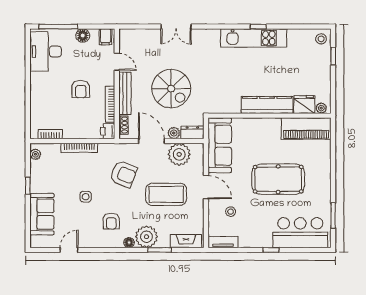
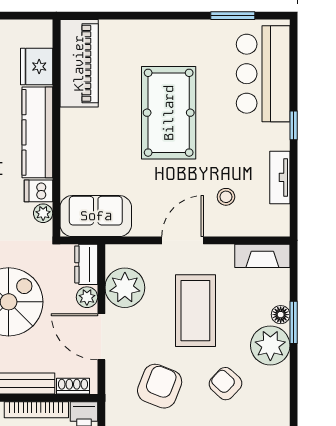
dishwasher: (234, 106) -> (38, 191), added
plant: (321, 108) -> (43, 213), moved
door: (151, 141) -> (101, 337), hinge flipped
sofa: (220, 145) -> (96, 216), width x0.73
armchair: (111, 221) -> (225, 384), moved, turned -137
fireplace: (186, 241) -> (262, 256), moved, turned -90
tv unit: (223, 242) -> (280, 177), moved
floor lamp: (129, 243) -> (281, 315), moved

